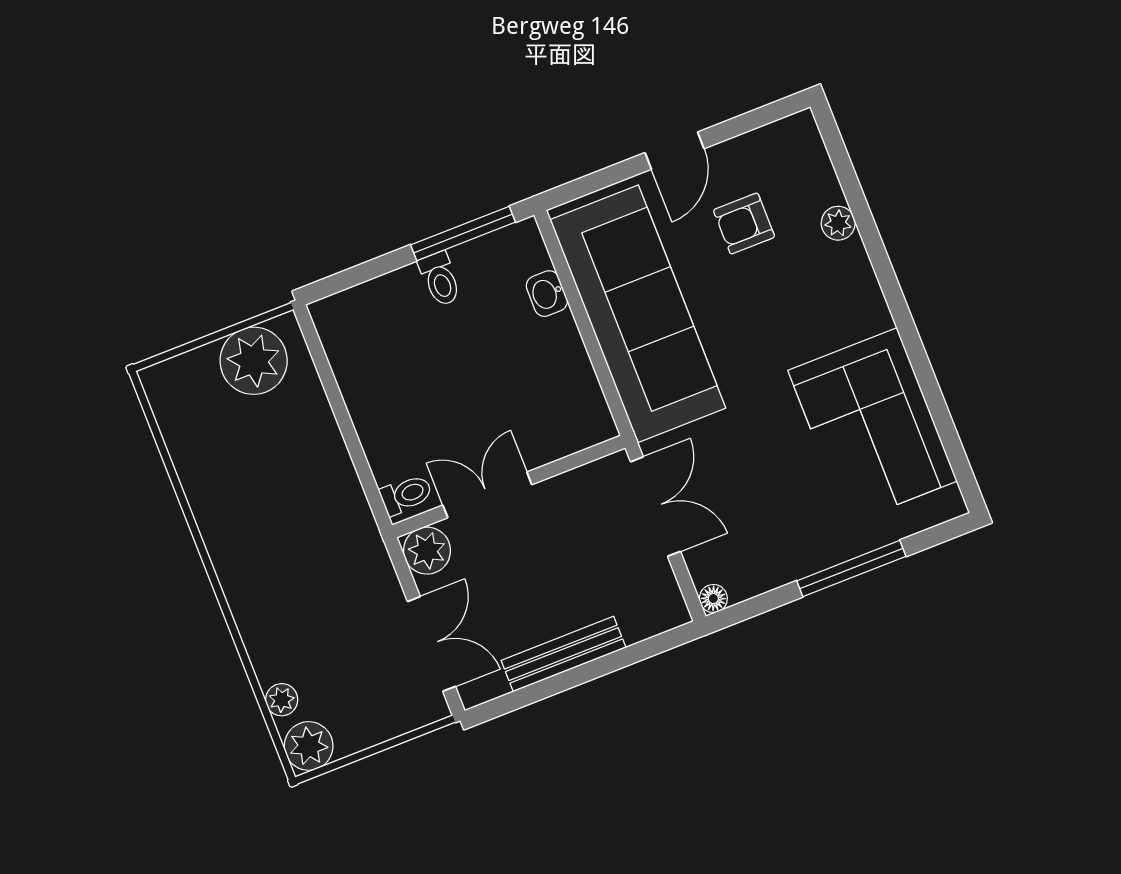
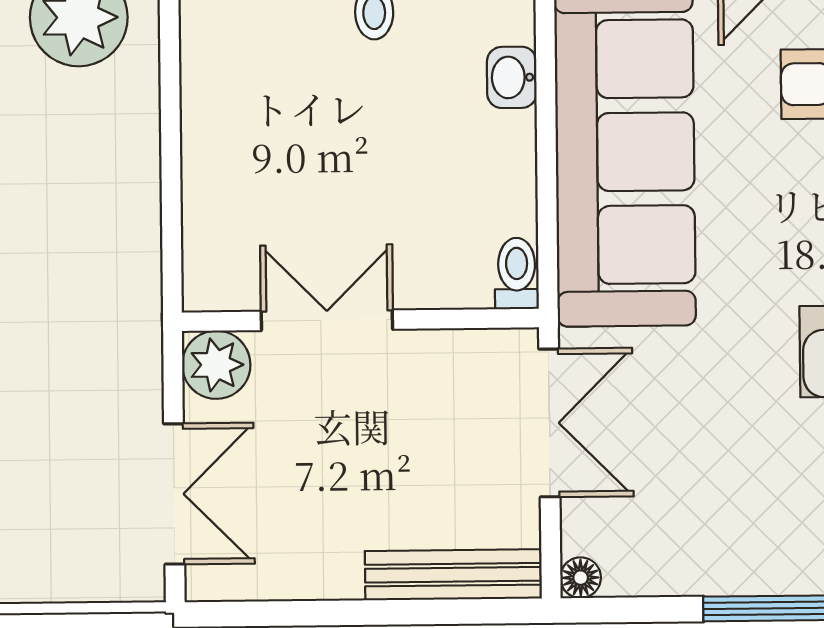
toilet: (406, 495) -> (517, 273), moved, turned -90
bench: (564, 654) -> (453, 575), moved

